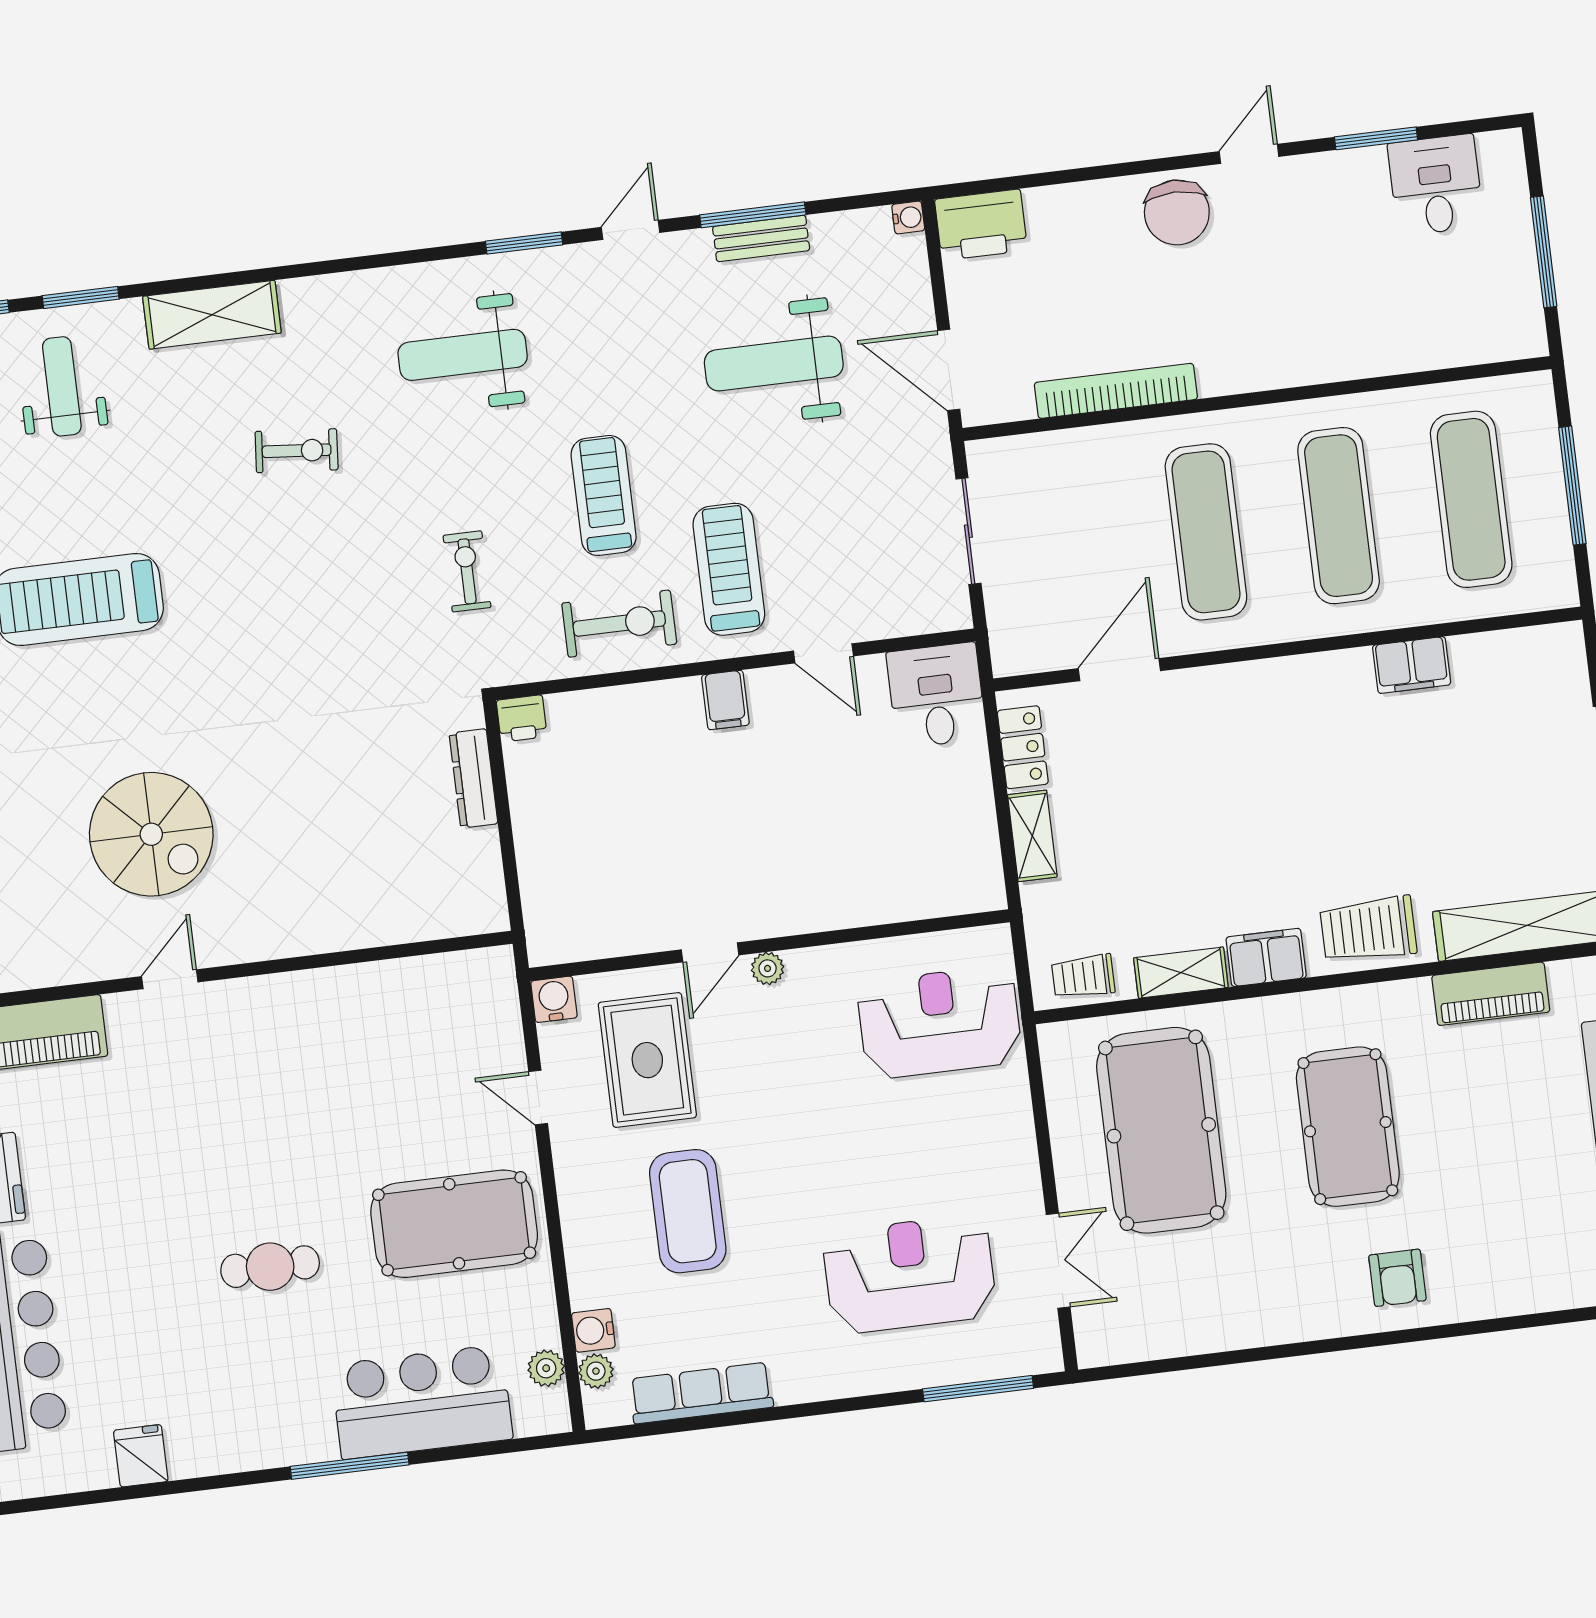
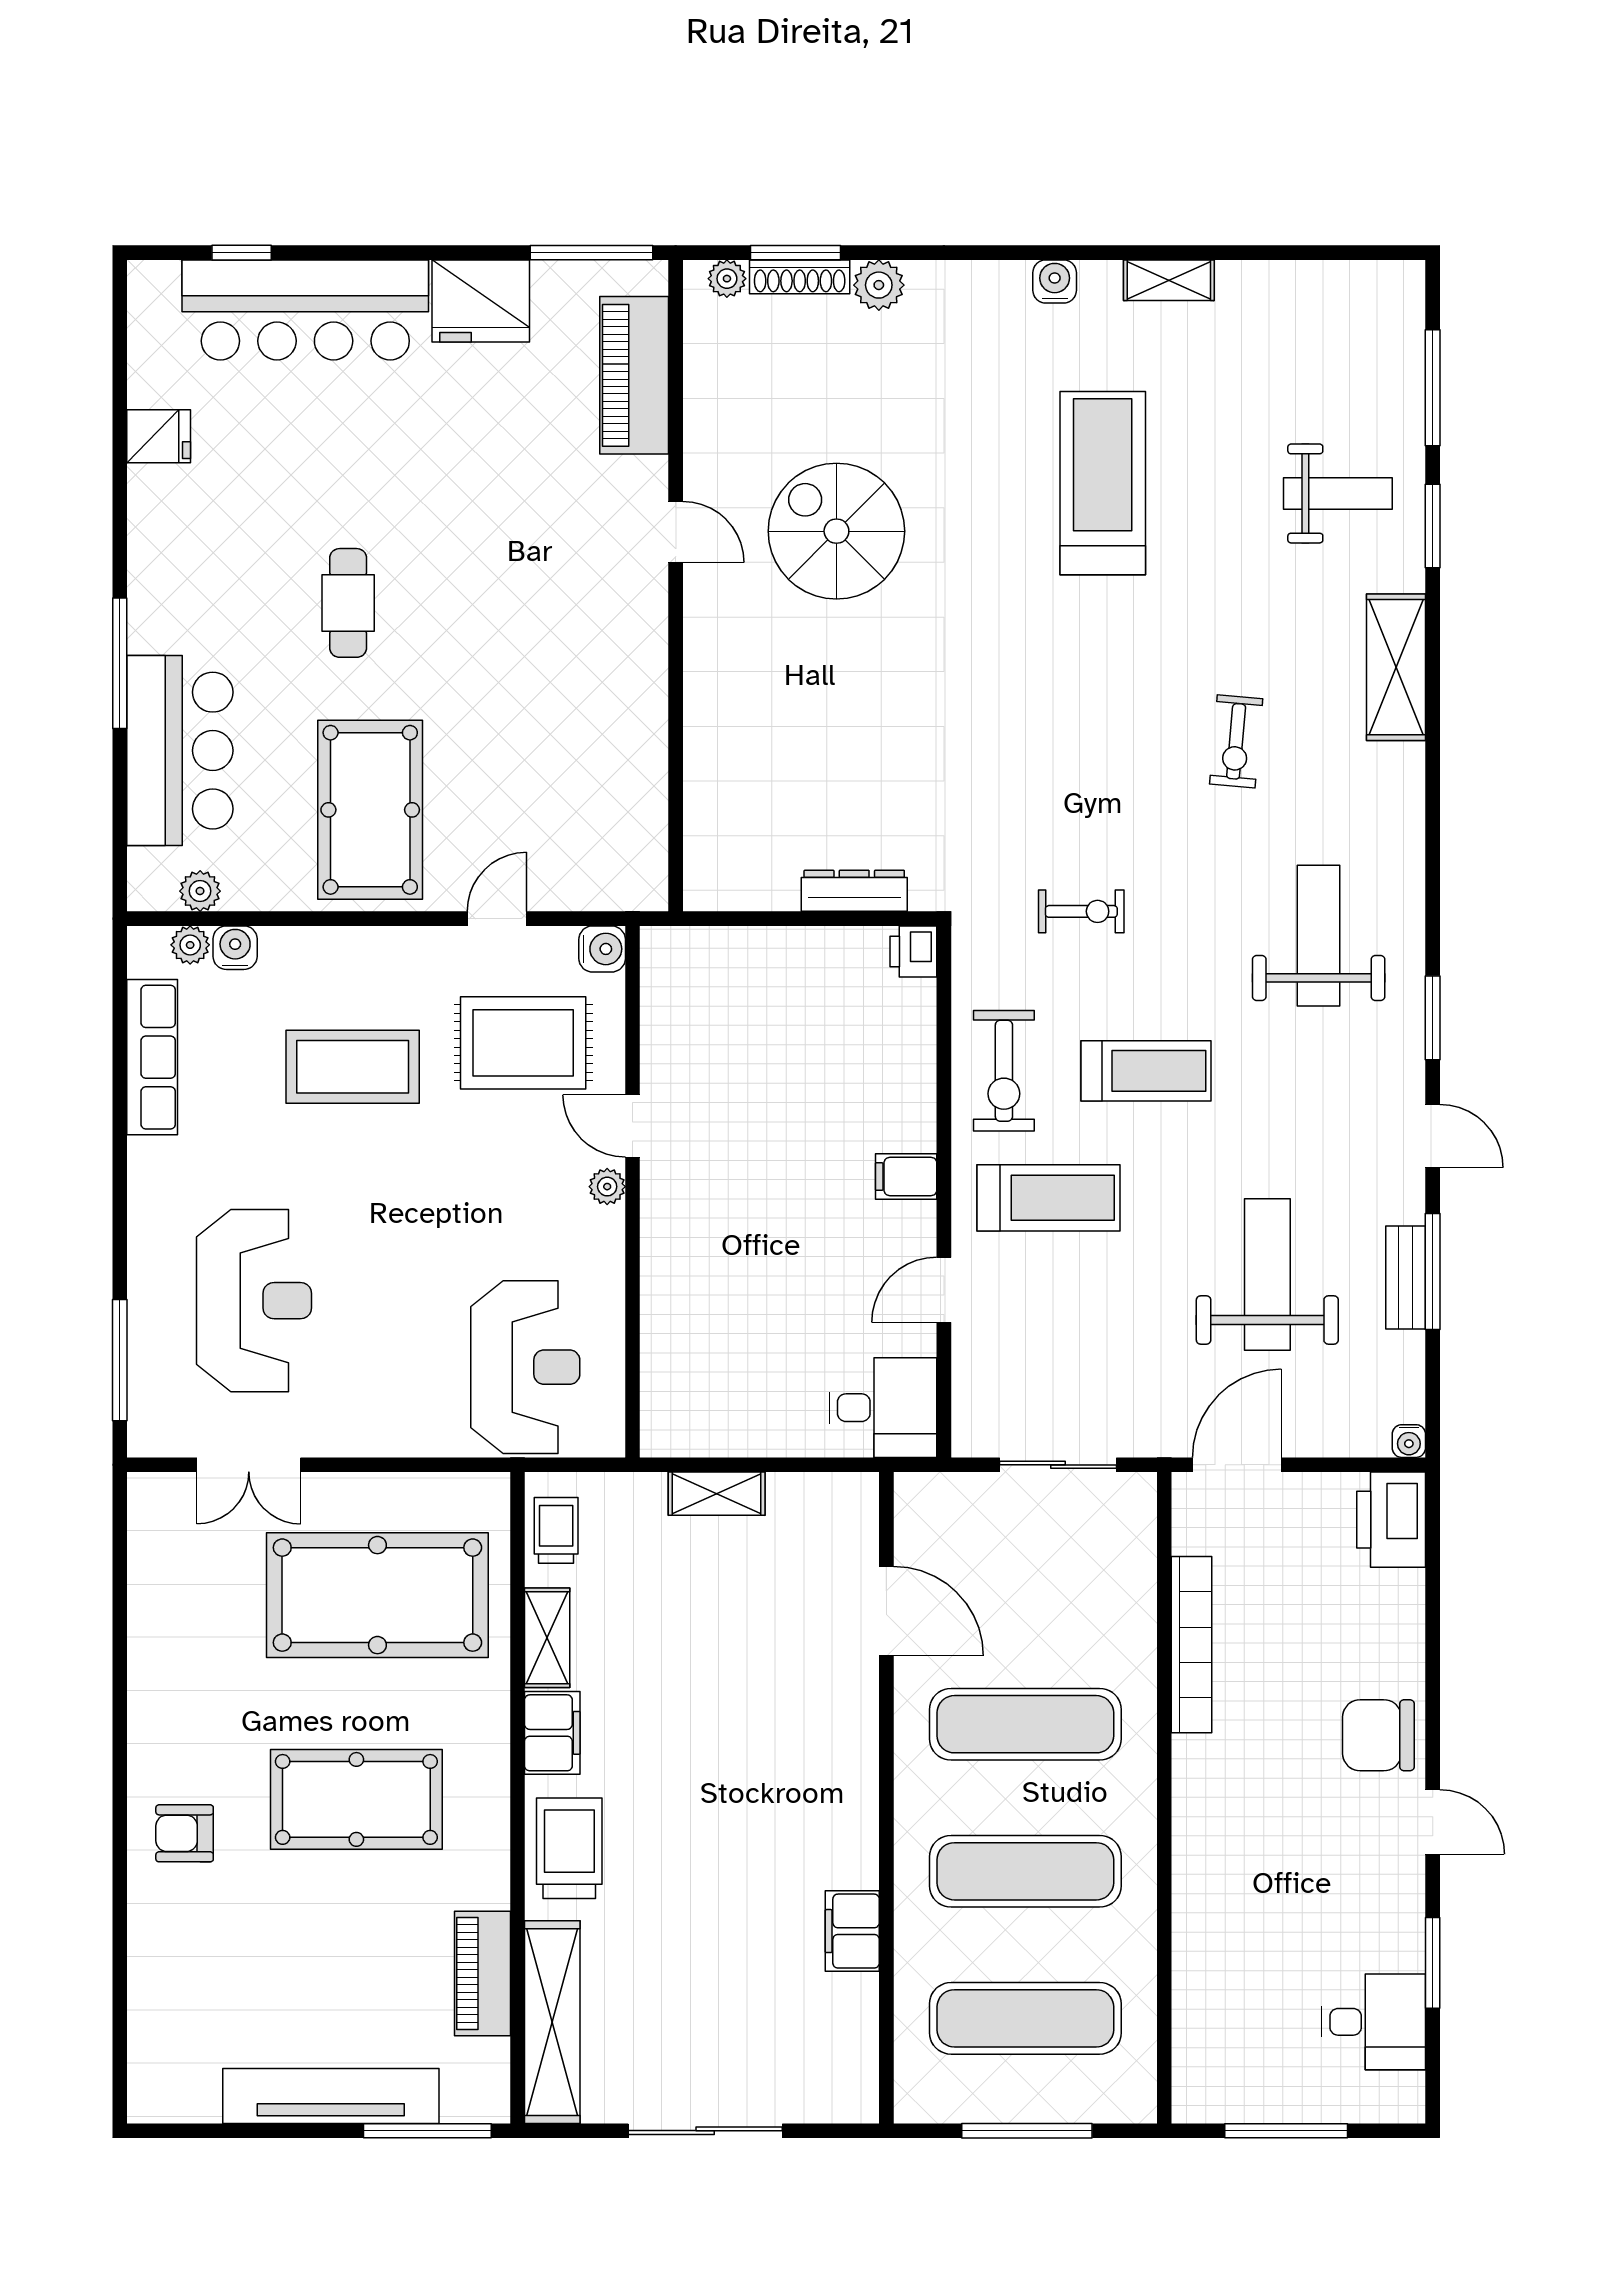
locker: (1023, 747) -> (815, 1495), removed
spiral stairs: (151, 834) -> (836, 531), turned 90

